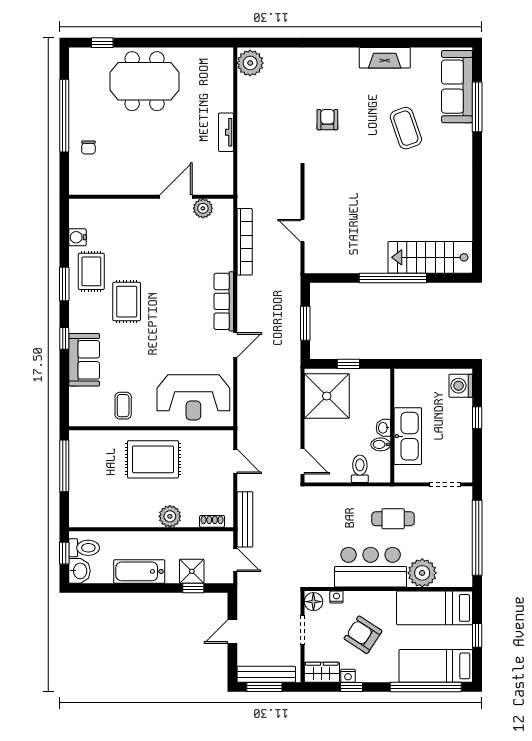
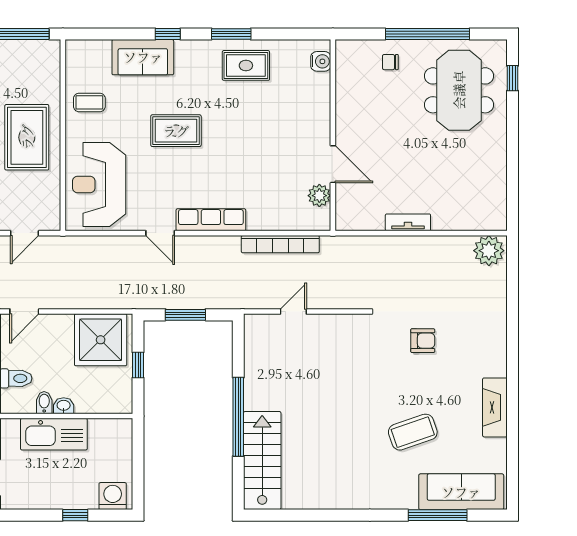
meeting table: (145, 81) -> (459, 90), moved
water cooler: (77, 237) -> (321, 61), moved, turned 90
rug: (127, 302) -> (176, 131), moved

